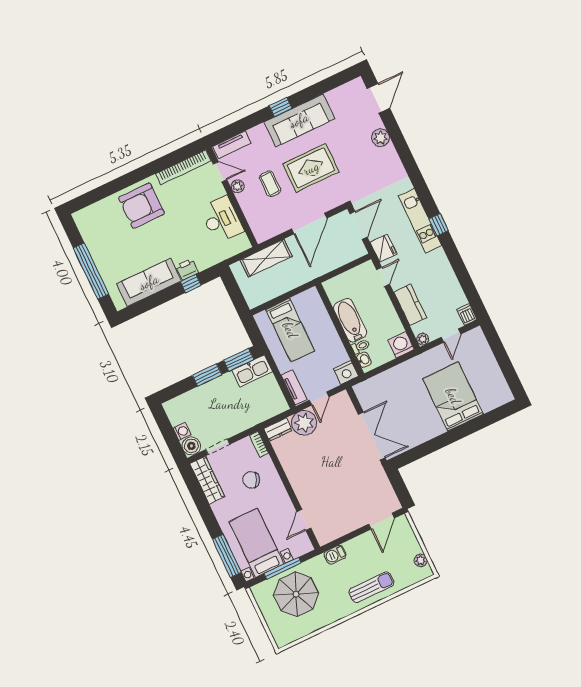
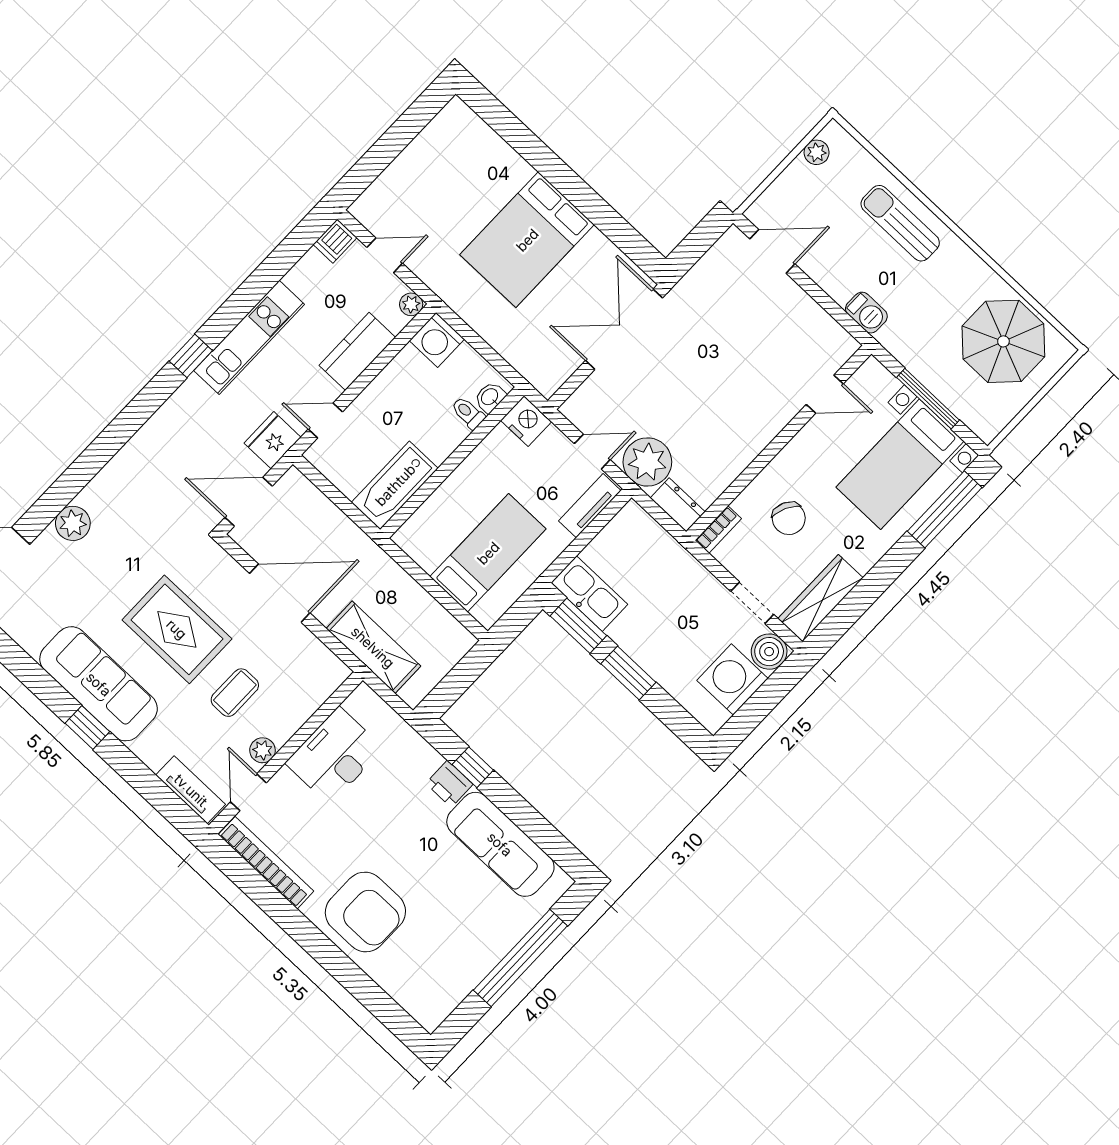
kitchen unit: (420, 221) -> (249, 337), moved
bathtub: (350, 320) -> (395, 485), moved
bed: (453, 396) -> (527, 240), moved
washing machine: (182, 431) -> (732, 679), width x1.89, depth x1.89
parasol: (296, 594) -> (1003, 341), moved

